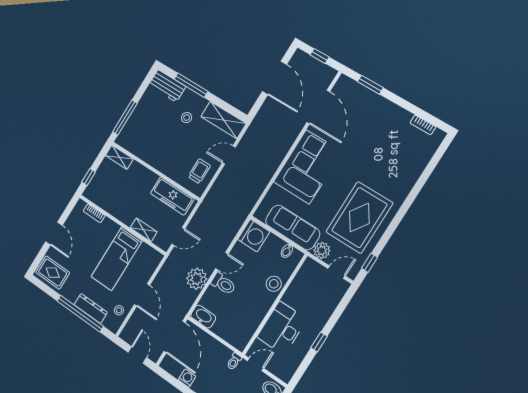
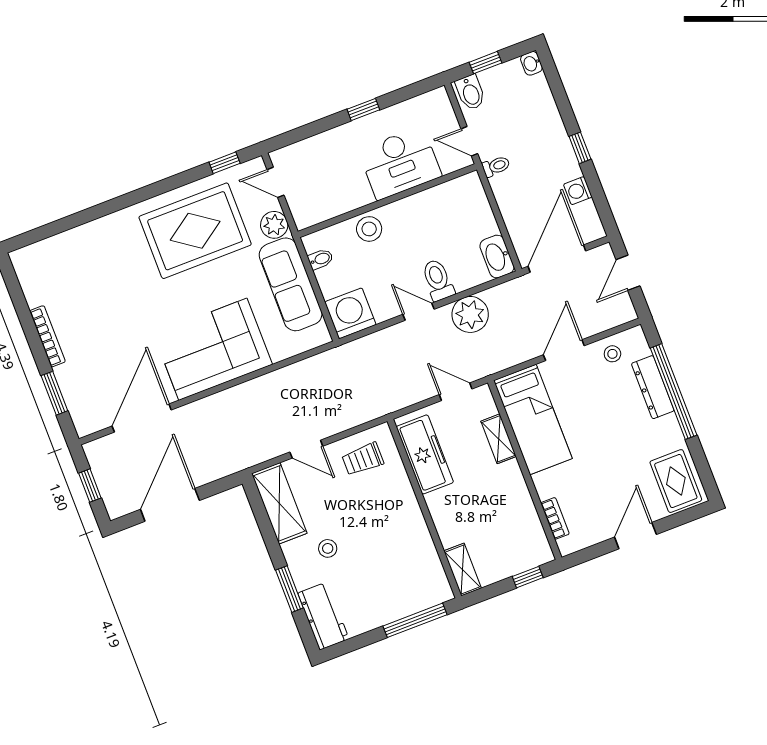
window: (191, 85) -> (289, 589), width x0.69
bookcase: (423, 125) -> (47, 336), moved, width x1.56
bed: (117, 259) -> (533, 419), moved, turned 90

